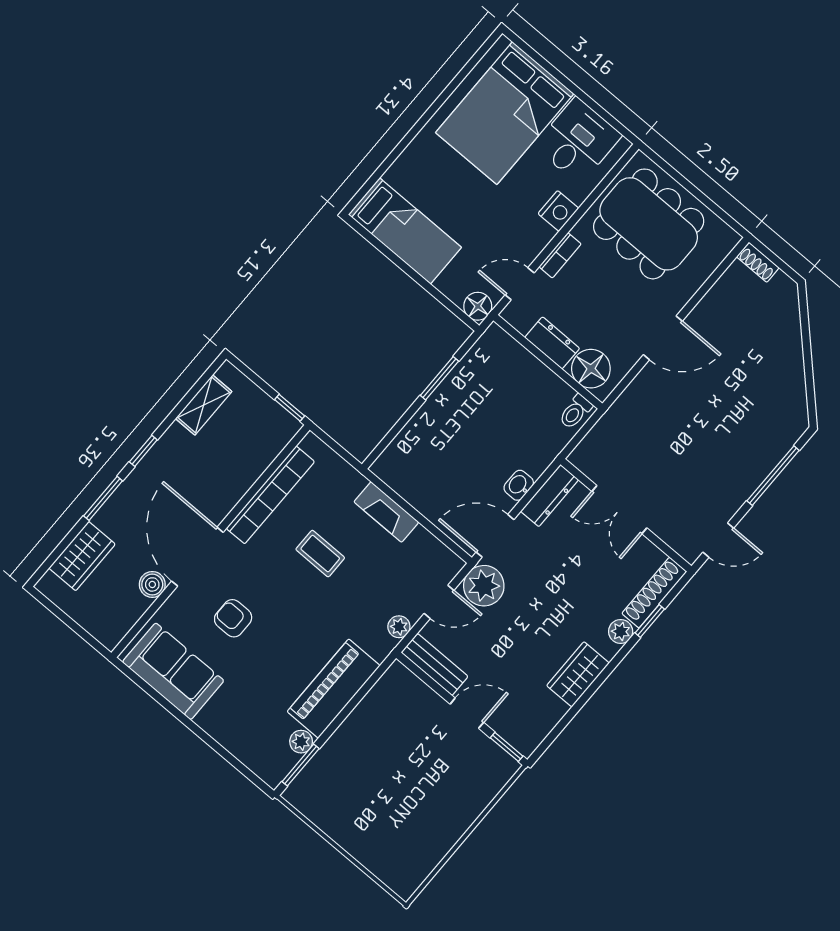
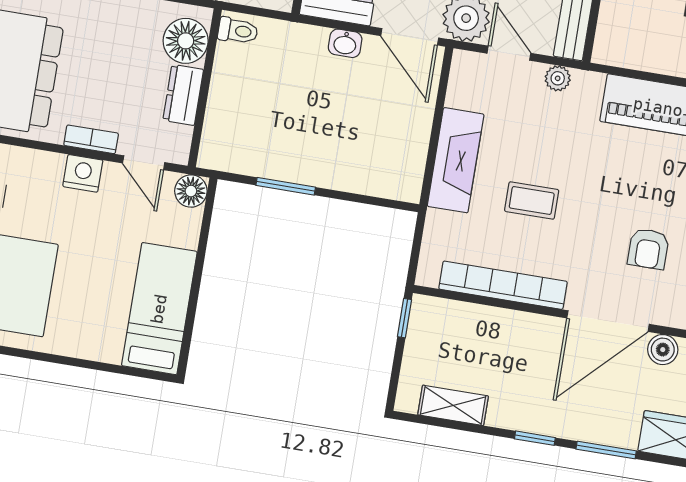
nightstand: (558, 211) -> (83, 173), moved
fireplace: (386, 512) -> (456, 160), width x1.37, depth x1.32
coffee table: (320, 554) -> (532, 200), turned 90

